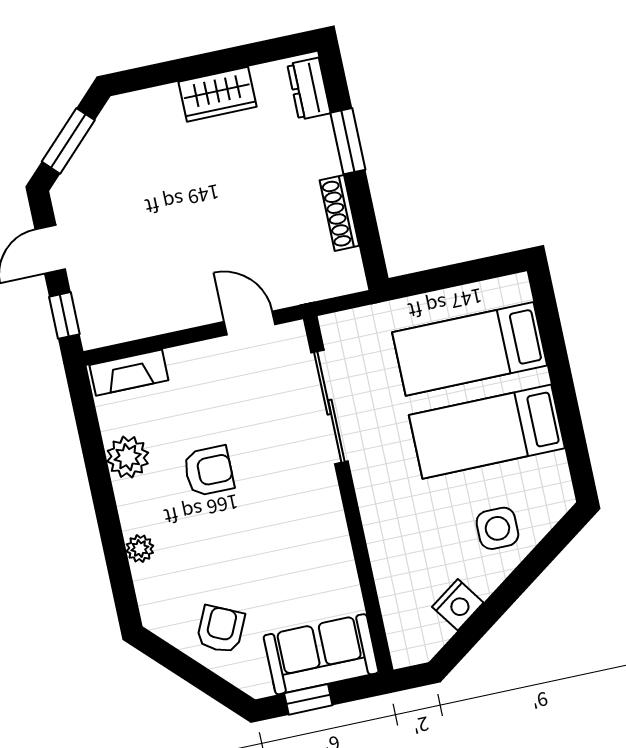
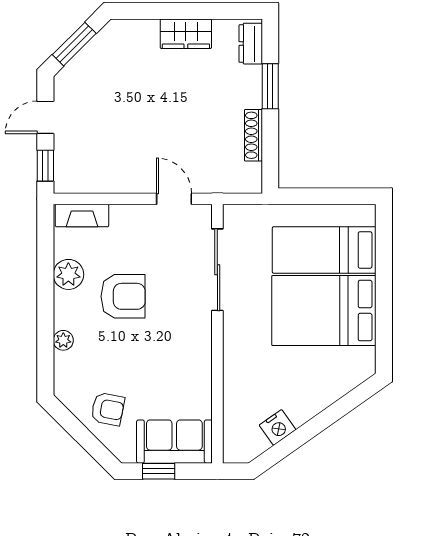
bed: (487, 432) -> (324, 311), width x1.50
armchair: (209, 471) -> (123, 296), width x1.38, depth x1.38
side table: (497, 528) -> (317, 380), removed
armchair: (221, 629) -> (108, 409), turned 76

